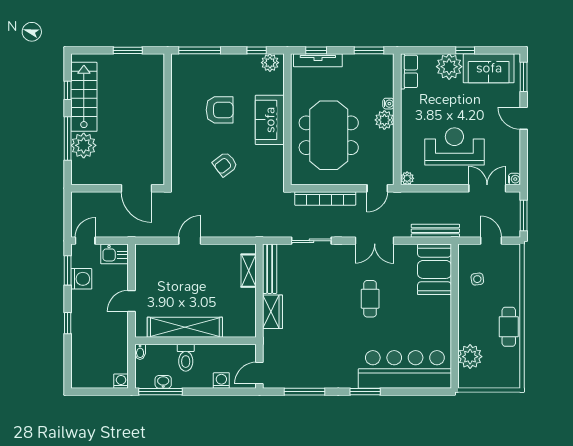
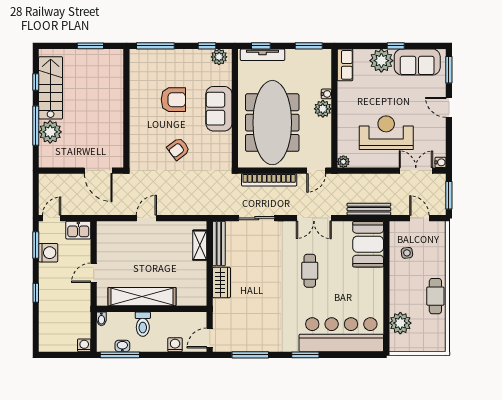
meeting table: (329, 135) -> (272, 123), width x1.36

